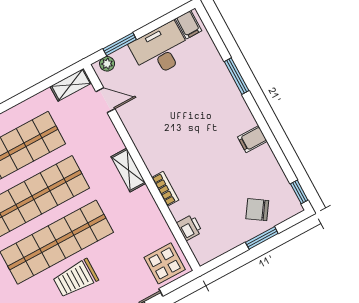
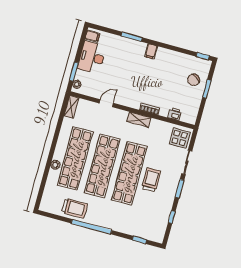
door: (105, 100) -> (106, 103), moved
filing cabinet: (252, 139) -> (151, 51), moved
shelving: (128, 170) -> (139, 120), moved
trolley: (76, 278) -> (151, 180), turned 180

